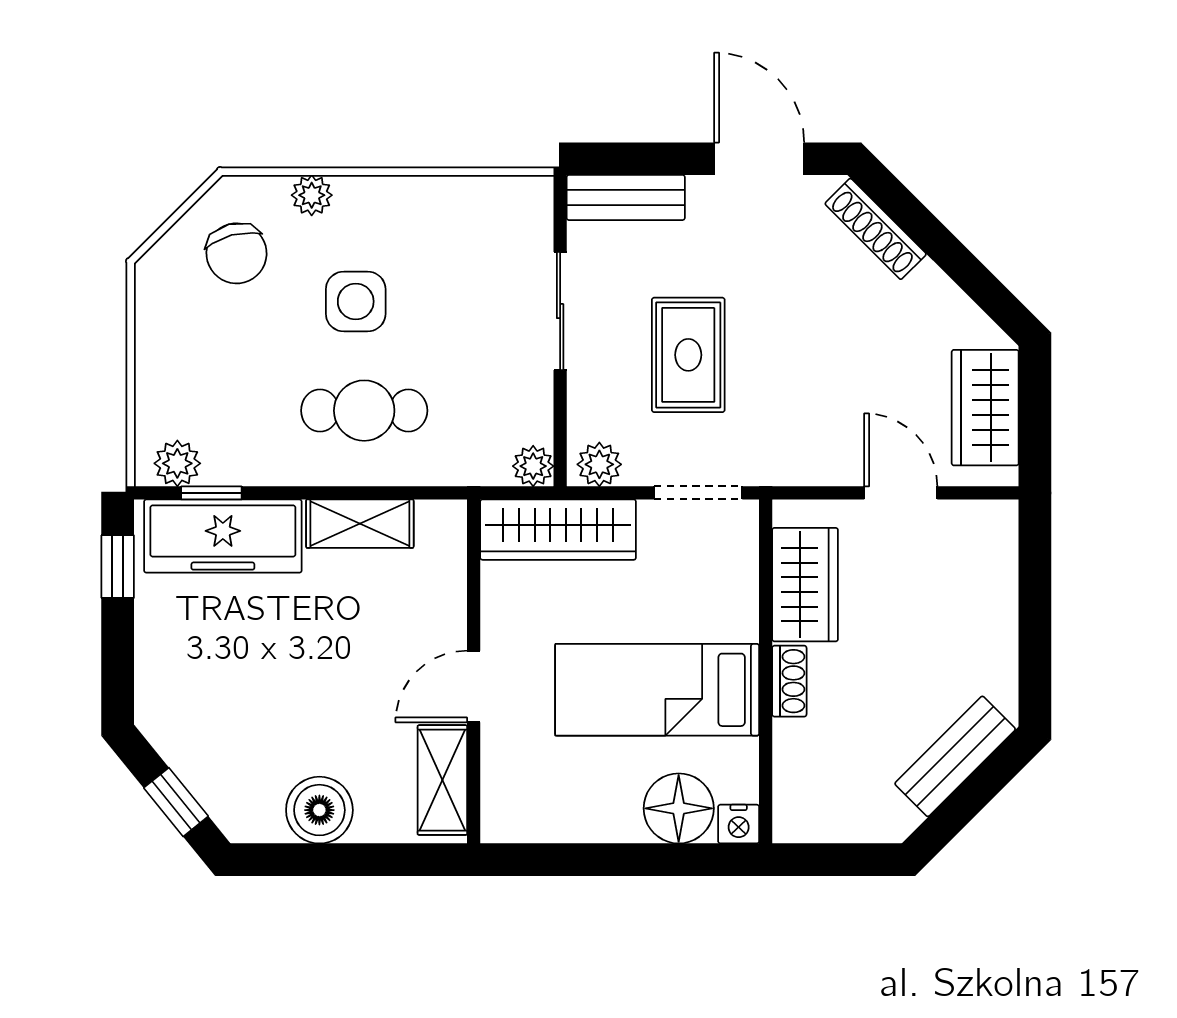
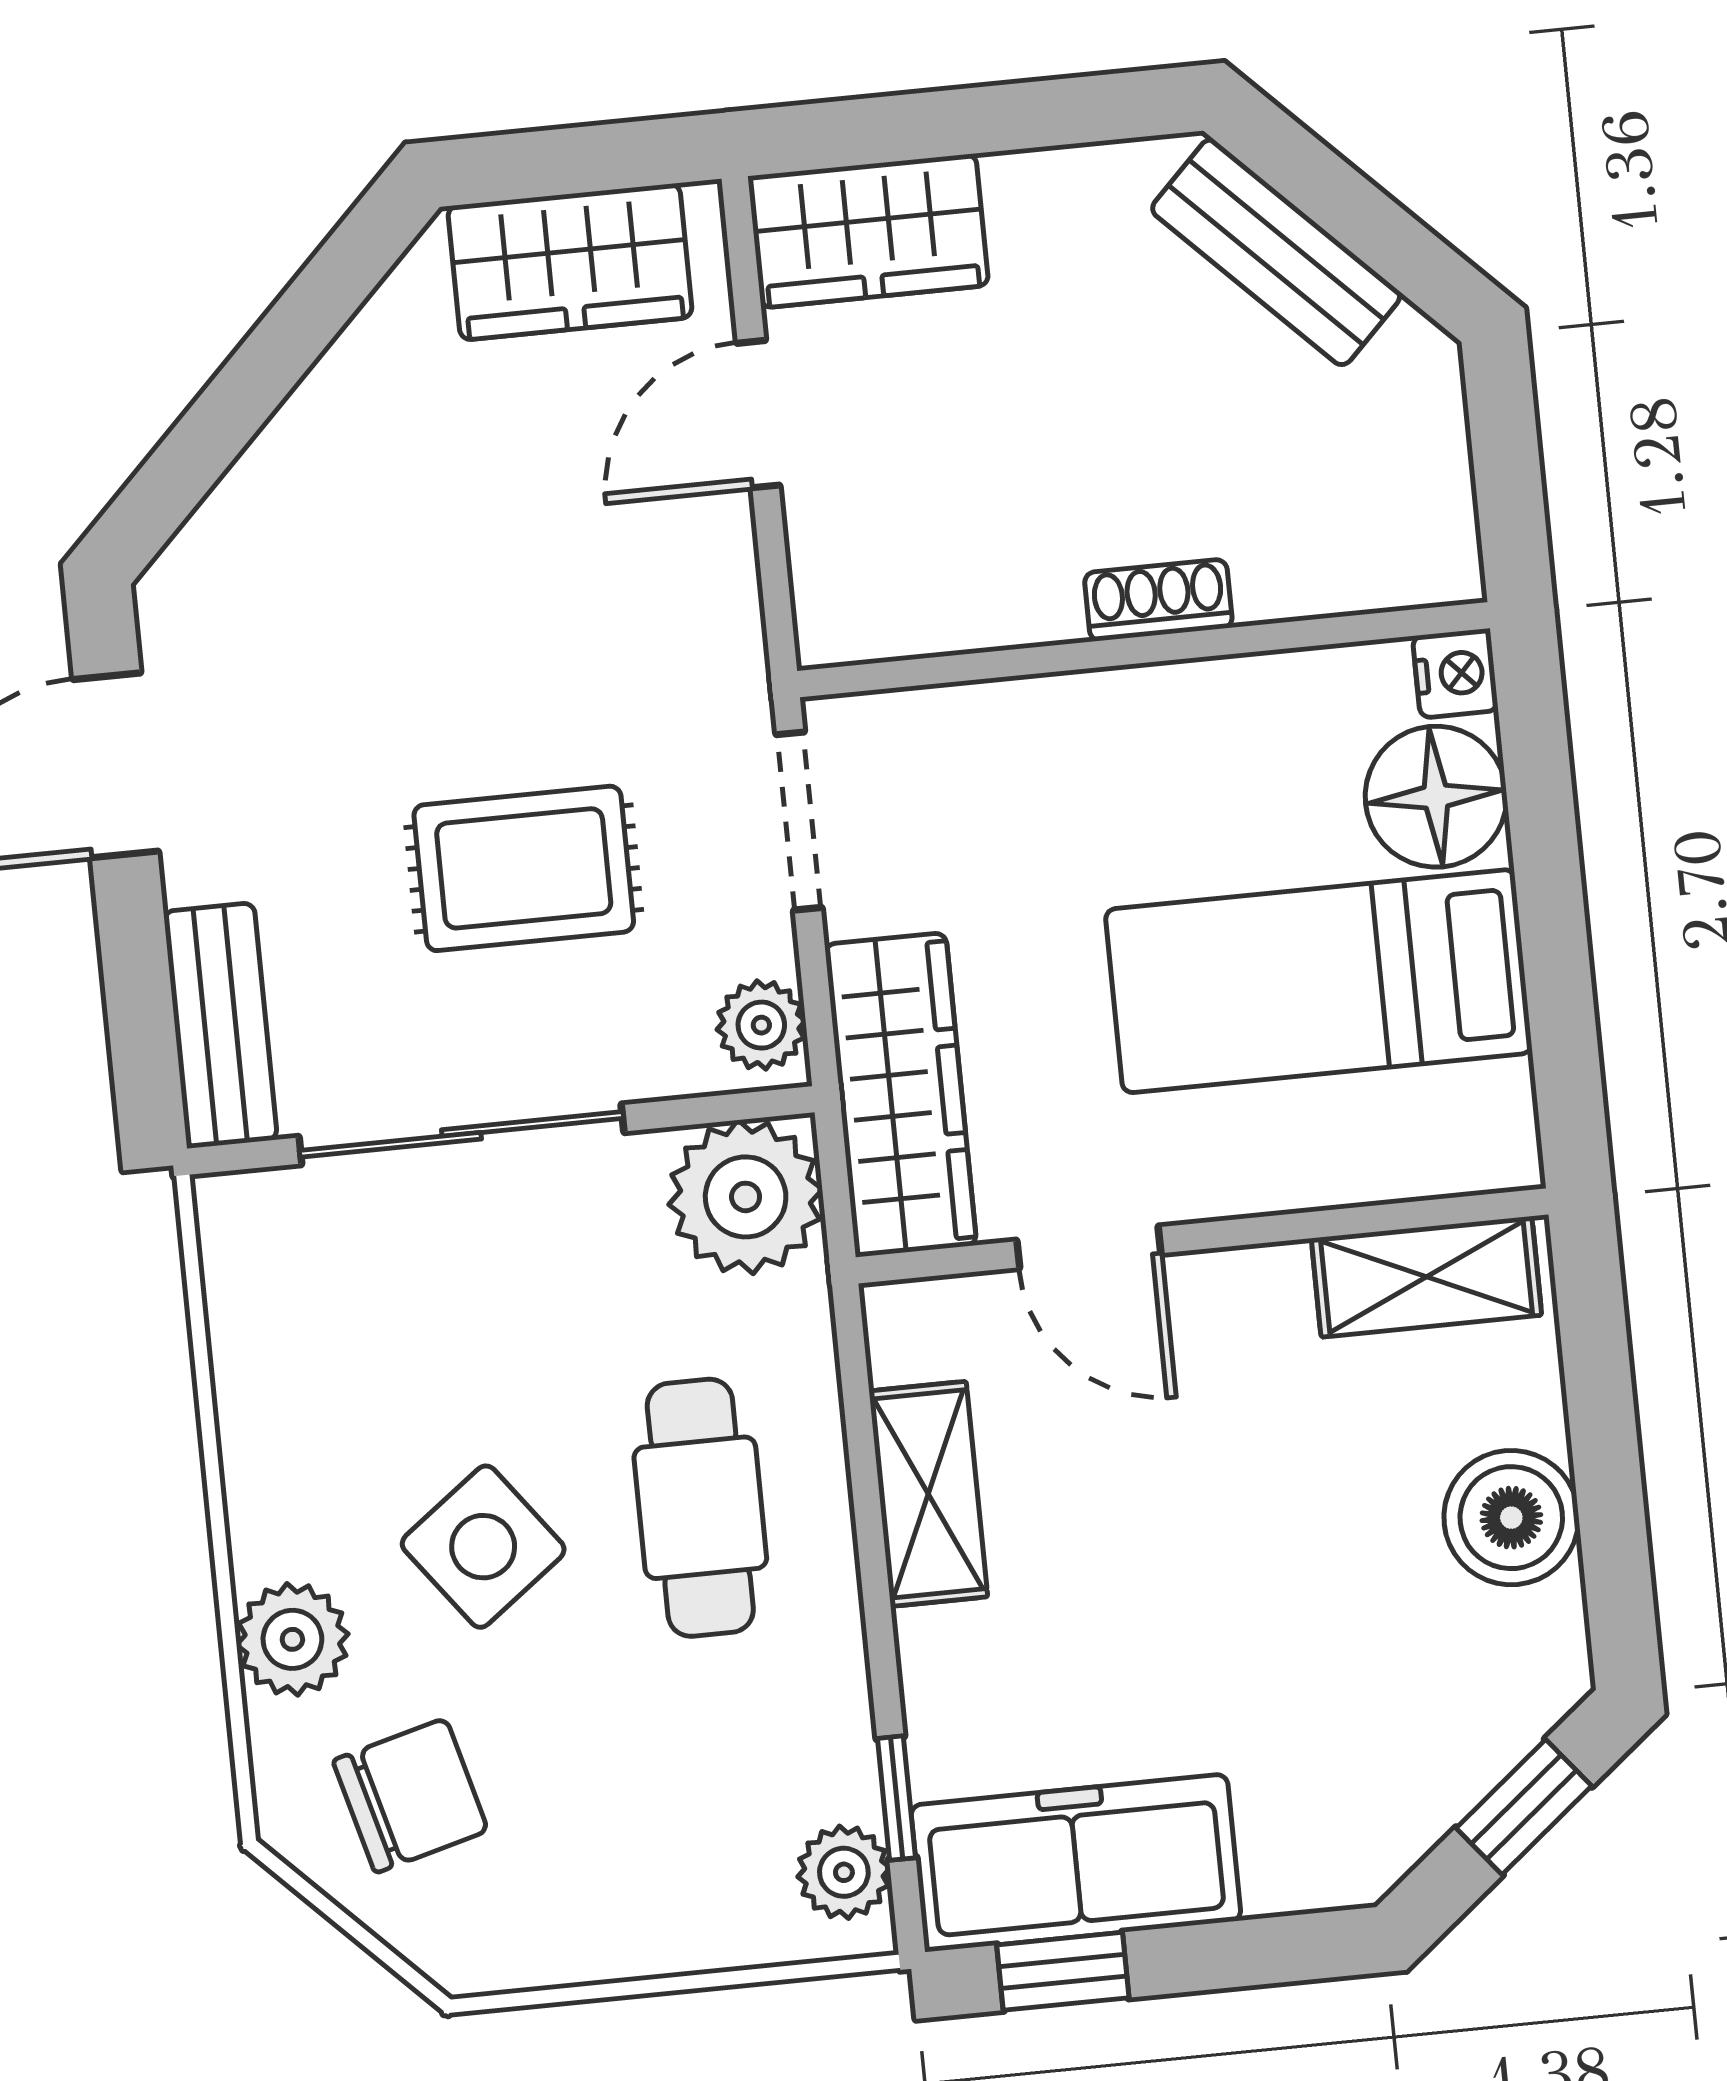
plant: (312, 195) -> (292, 1639), width x1.38, depth x1.38
shoe rack: (876, 229) -> (233, 518), removed
side table: (356, 301) -> (483, 1547), turned -37
sliding door: (560, 311) -> (461, 1134), width x1.37
plant: (533, 466) -> (746, 1197), width x1.88, depth x1.88
freezer: (223, 536) -> (1076, 1863), moved, turned -90
wardrobe: (805, 585) -> (868, 231), moved, turned 180
door: (474, 686) -> (1089, 1247), moved
bed: (657, 690) -> (1319, 981), moved, turned 90

